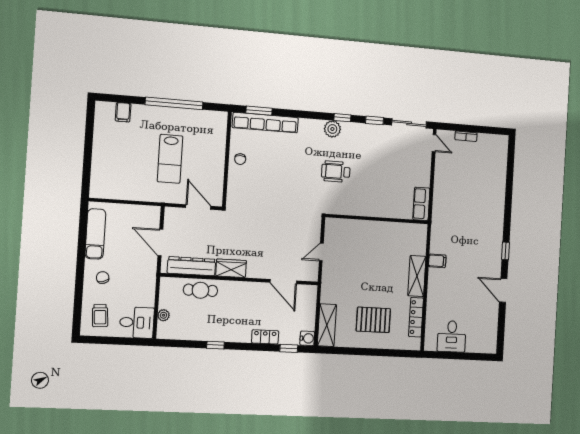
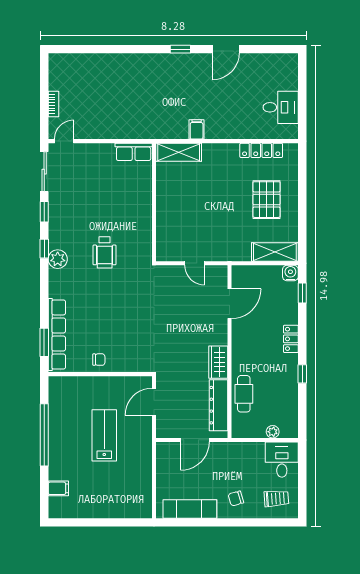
lab bench: (170, 159) -> (104, 435), turned -90
shelving: (417, 276) -> (179, 152), moved
locker: (265, 337) -> (291, 339), moved

